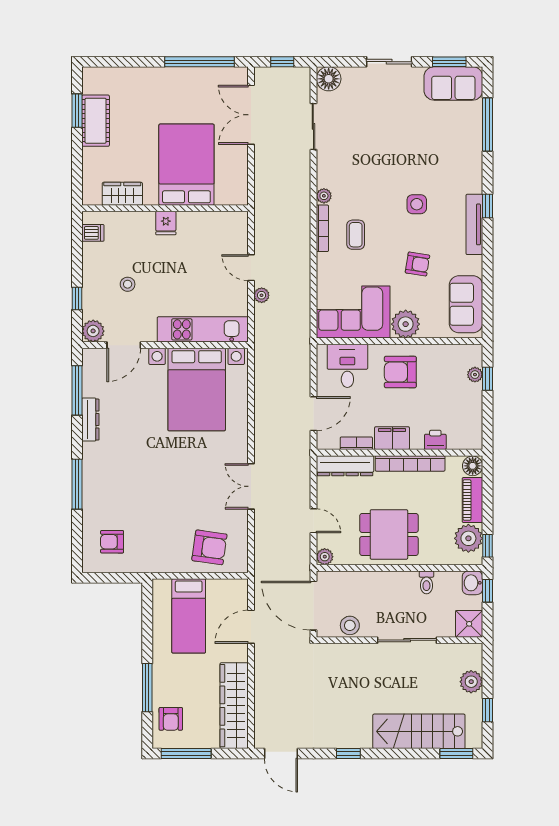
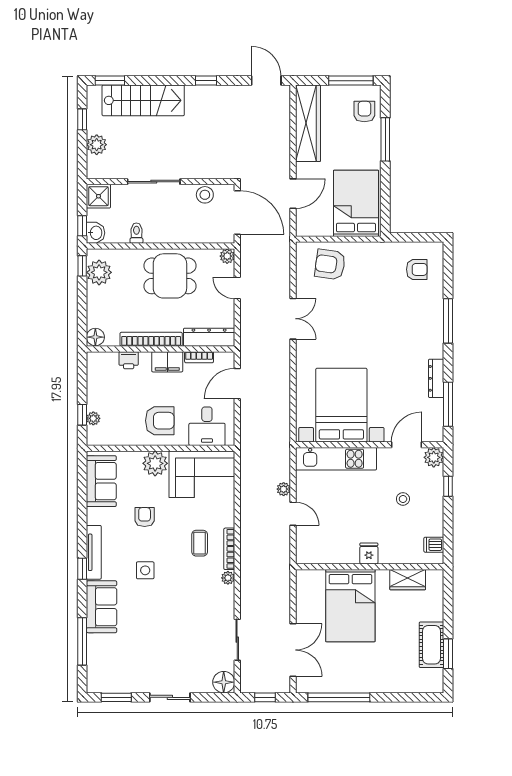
sofa: (453, 83) -> (102, 607), moved, turned 90
armchair: (417, 264) -> (145, 517), turned 81
piano: (472, 500) -> (96, 307), removed
bed: (189, 616) -> (356, 203), width x1.50

